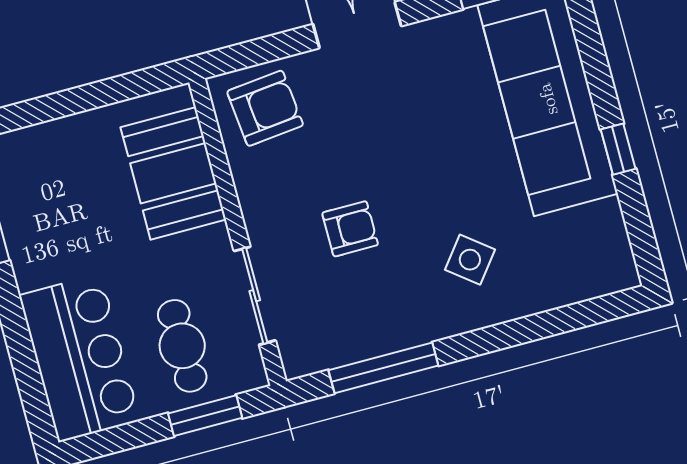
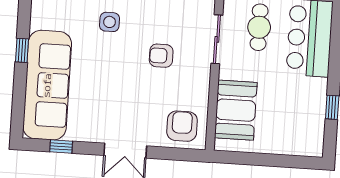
armchair: (265, 108) -> (182, 126), turned 96
side table: (470, 260) -> (110, 22), turned -38

